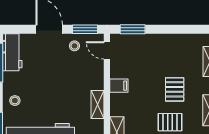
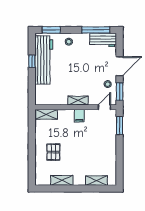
pallet: (175, 89) -> (77, 155), removed
shelving: (98, 105) -> (78, 101), moved

